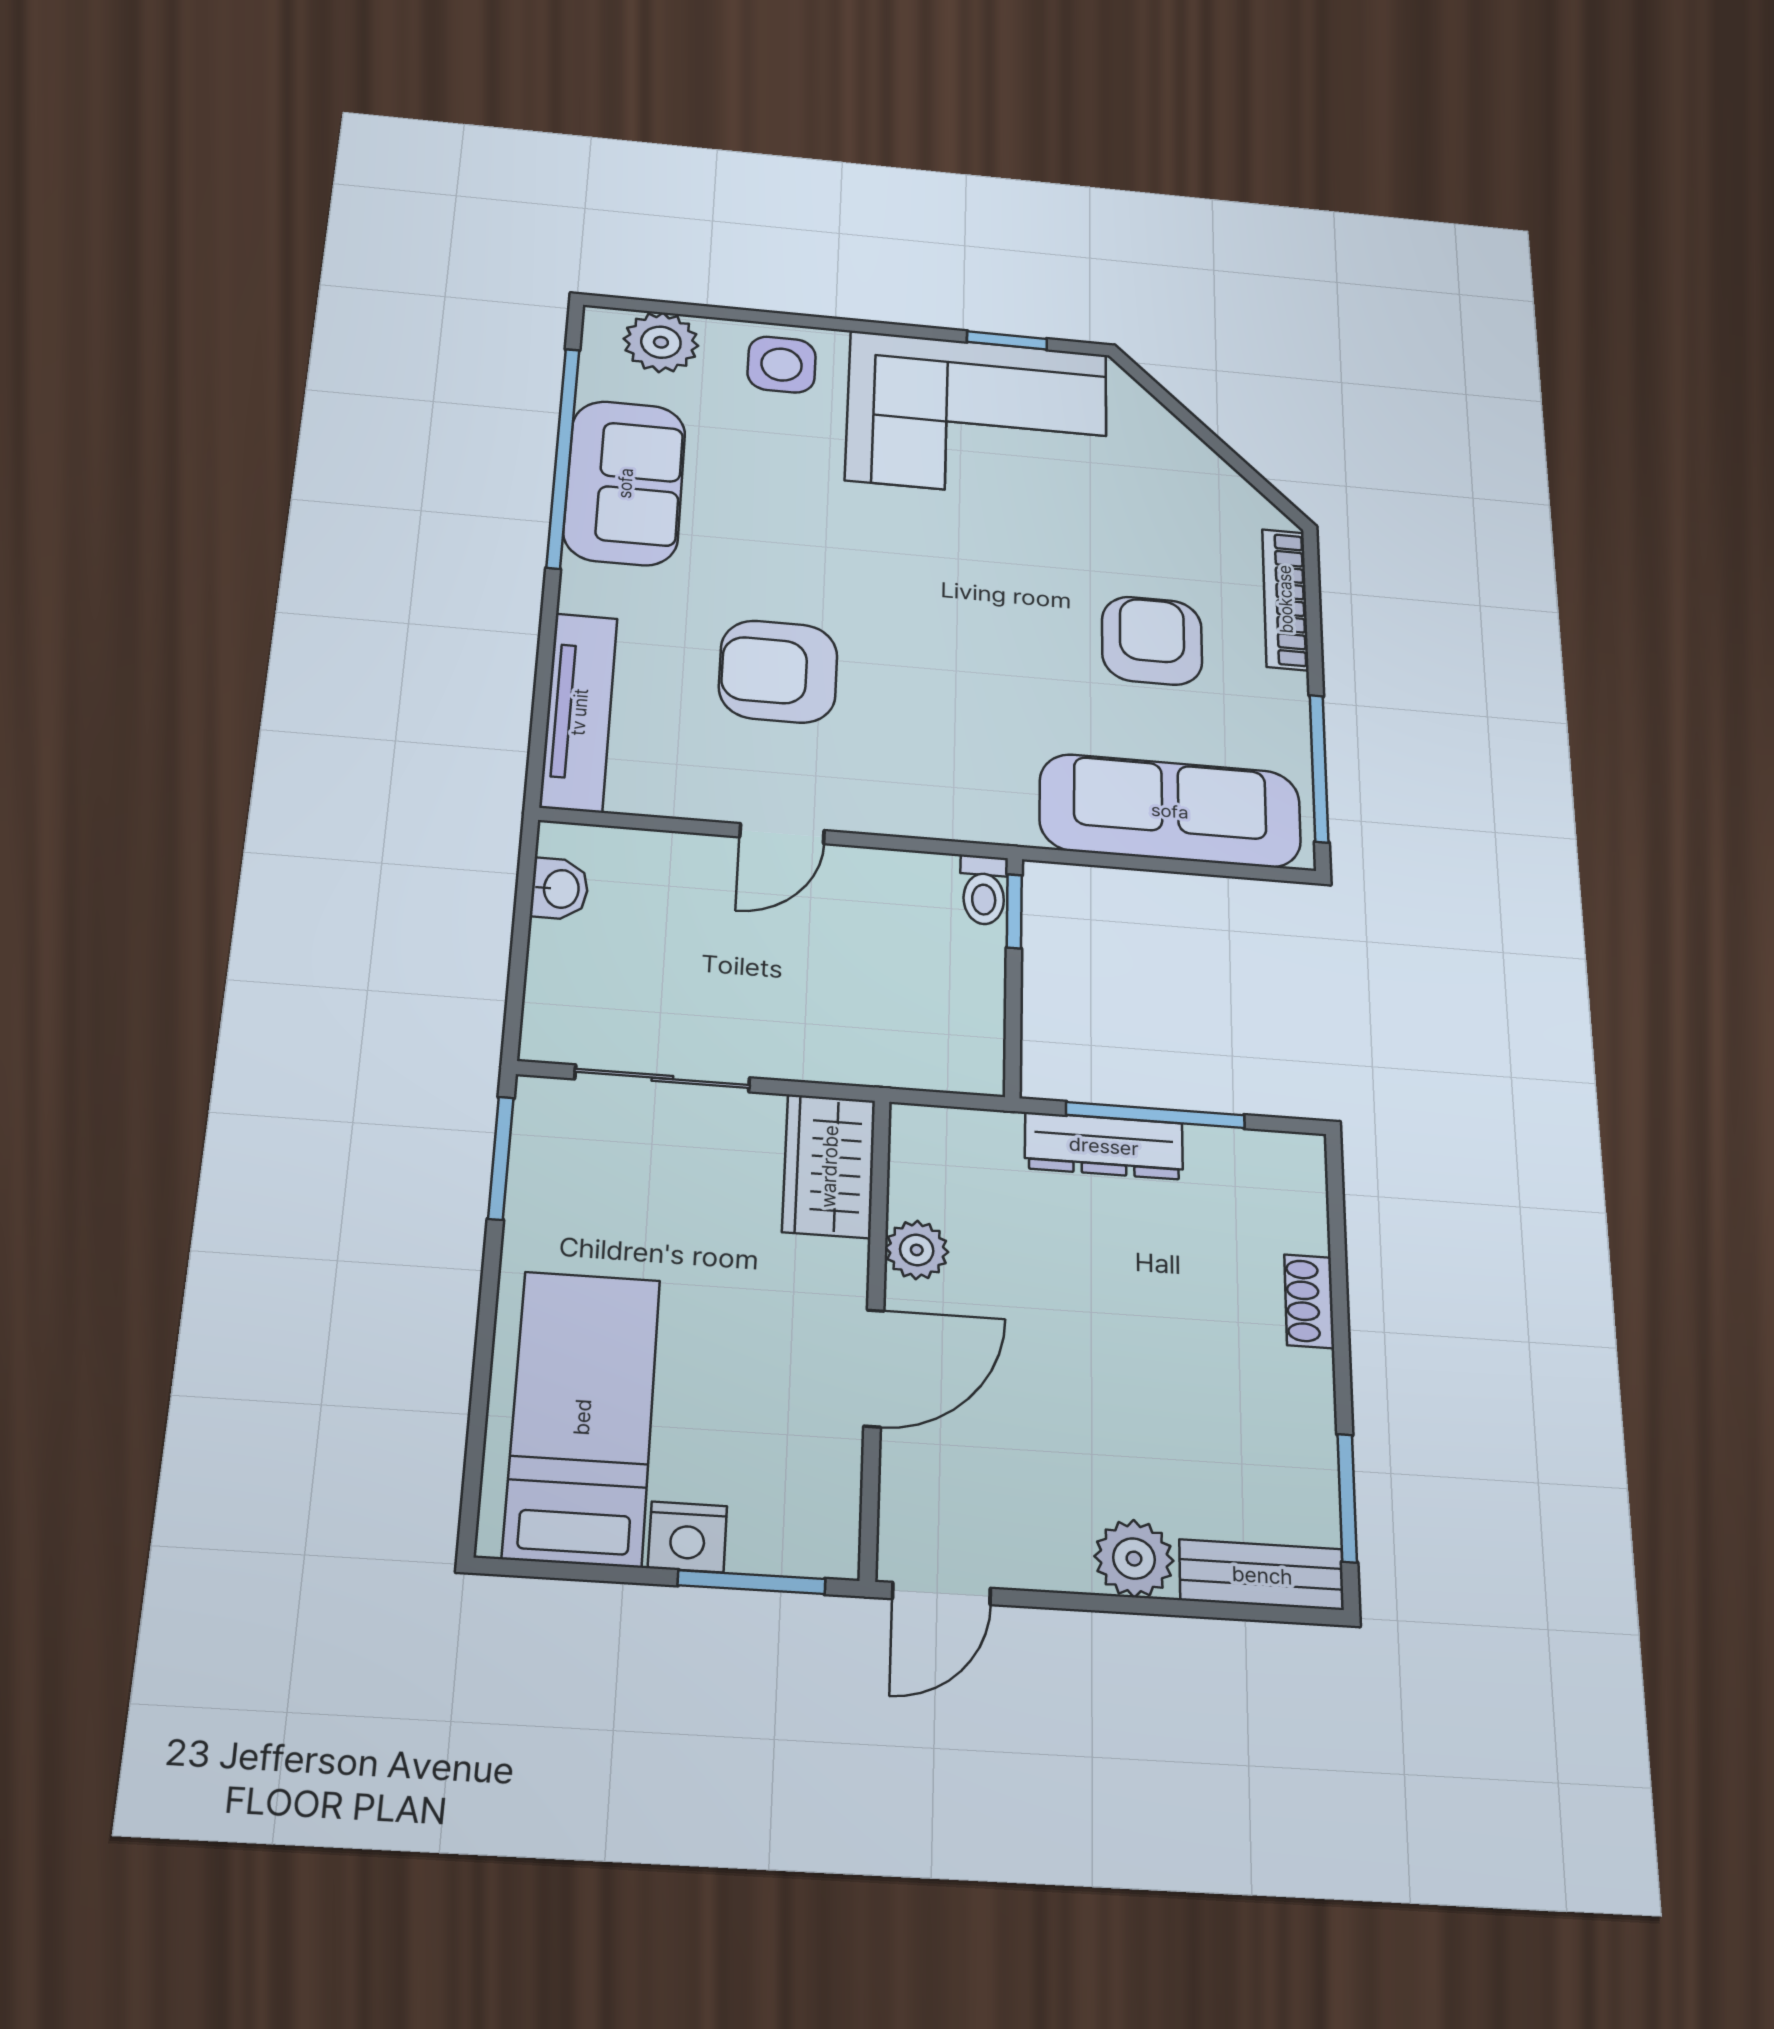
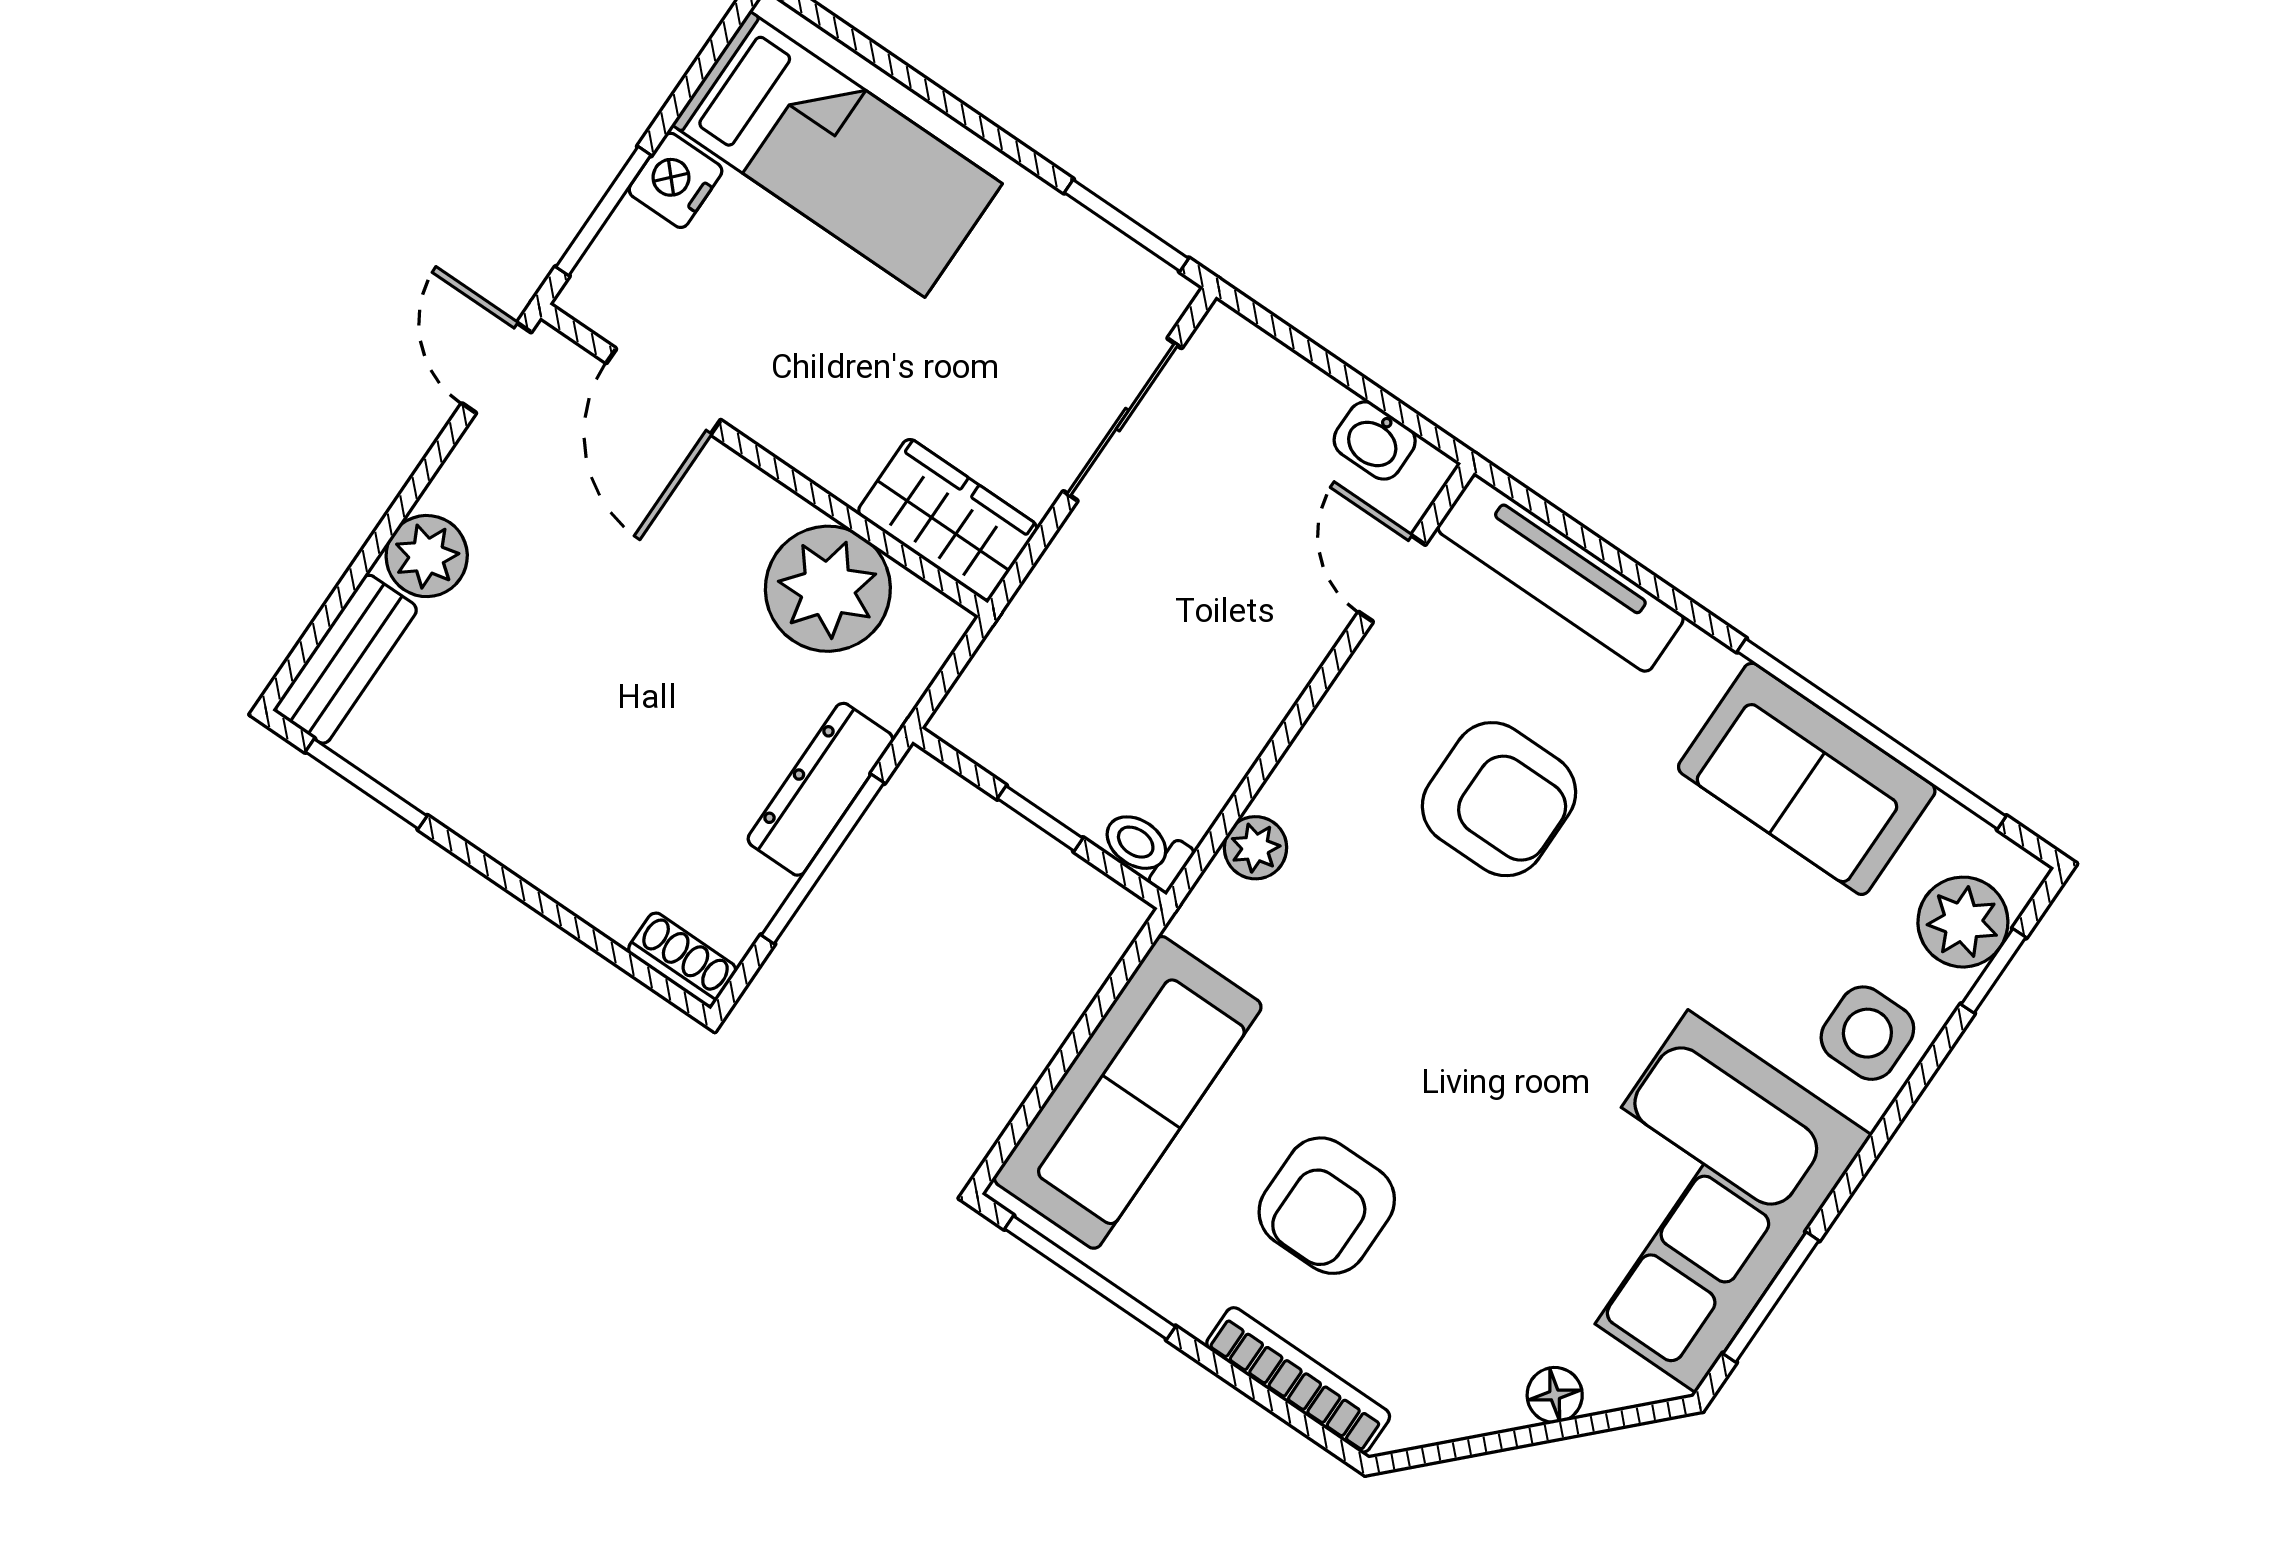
window: (683, 309) -> (1993, 971), added
window: (1007, 340) -> (1771, 1297), width x1.50
floor lamp: (1172, 438) -> (1555, 1395), added
armchair: (1152, 641) -> (1327, 1206), turned 90
armchair: (778, 671) -> (1499, 799), turned 90
plant: (929, 816) -> (1255, 848), added
door: (782, 834) -> (1392, 578), moved
window: (1014, 911) -> (1040, 818), moved
plant: (917, 1250) -> (828, 589), width x1.88, depth x1.88
shoe rack: (1309, 1301) -> (682, 960), moved
door: (874, 1368) -> (664, 391), moved

